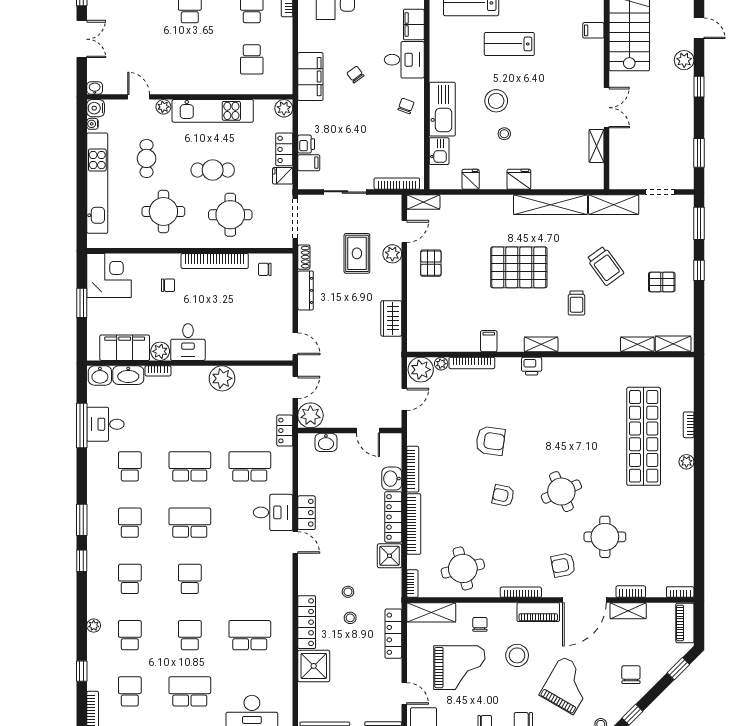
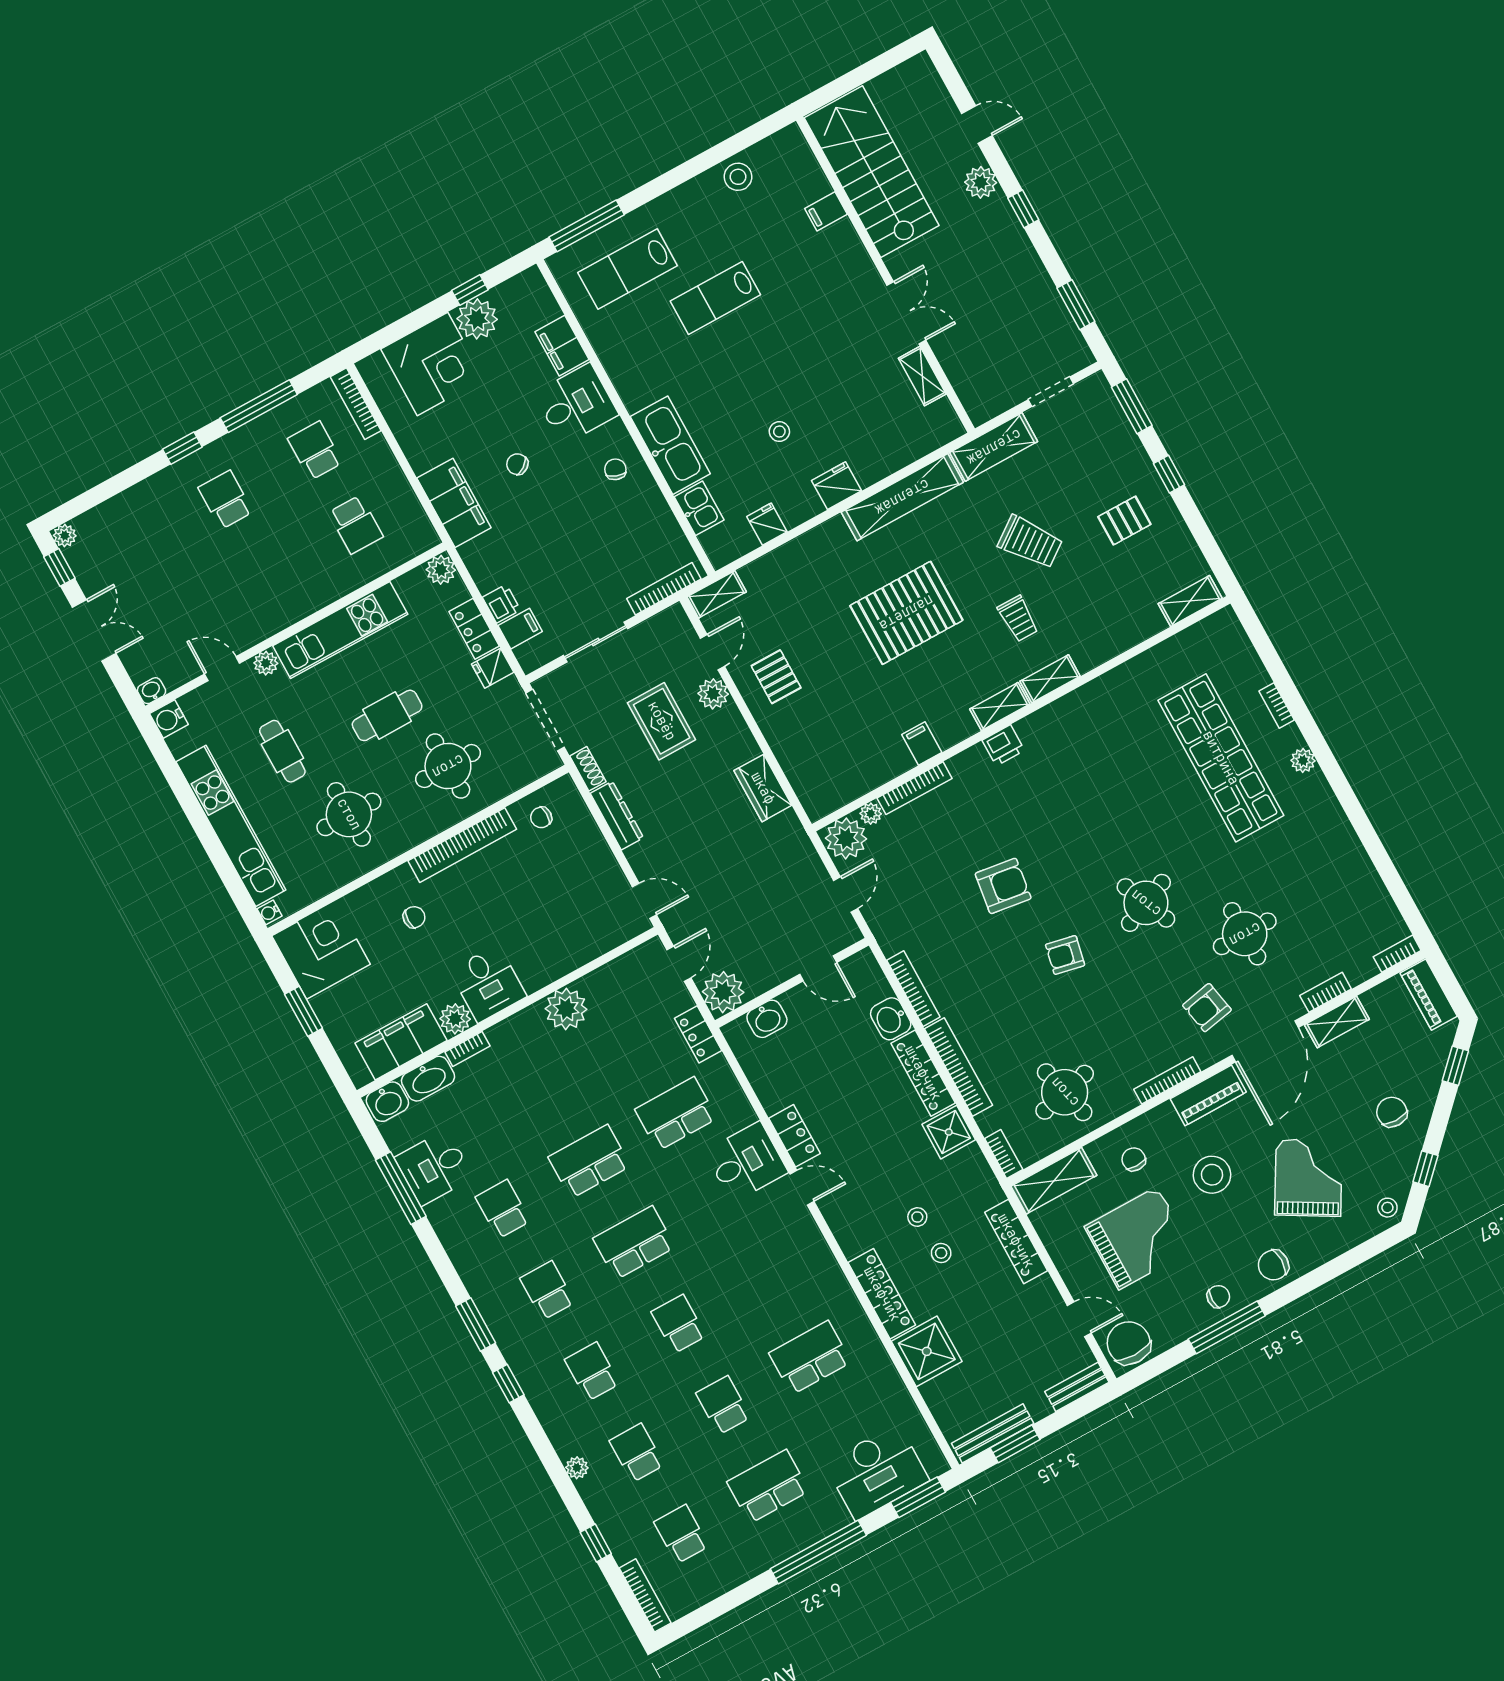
stool: (496, 101) -> (742, 390), removed
water cooler: (93, 124) -> (269, 912), moved
shelving: (637, 344) -> (1050, 679), moved

